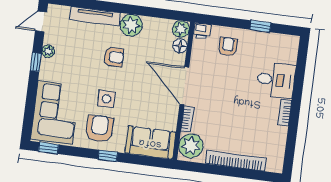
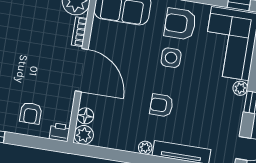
plant: (131, 25) -> (145, 148), width x0.53, depth x0.53
plant: (48, 51) -> (240, 88), moved
armchair: (99, 129) -> (180, 24), turned 90

